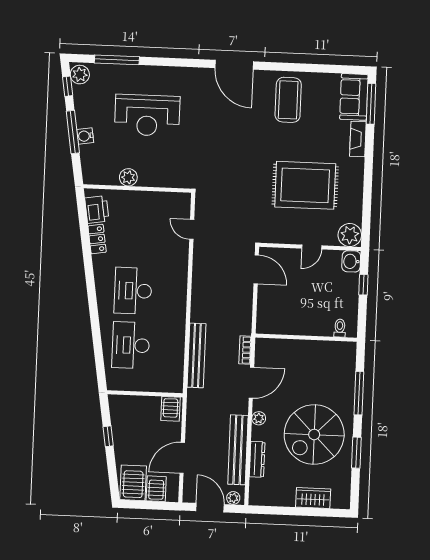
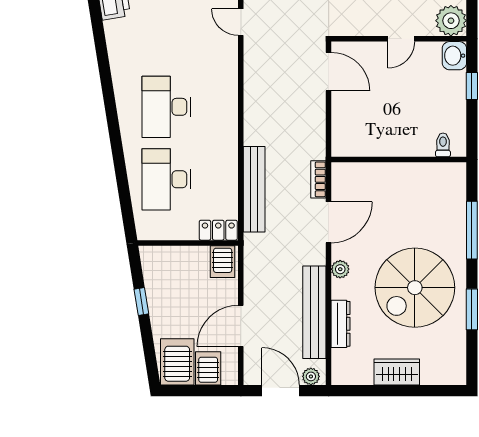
locker: (97, 239) -> (218, 230), moved, turned -81
wardrobe: (313, 498) -> (397, 372), moved

